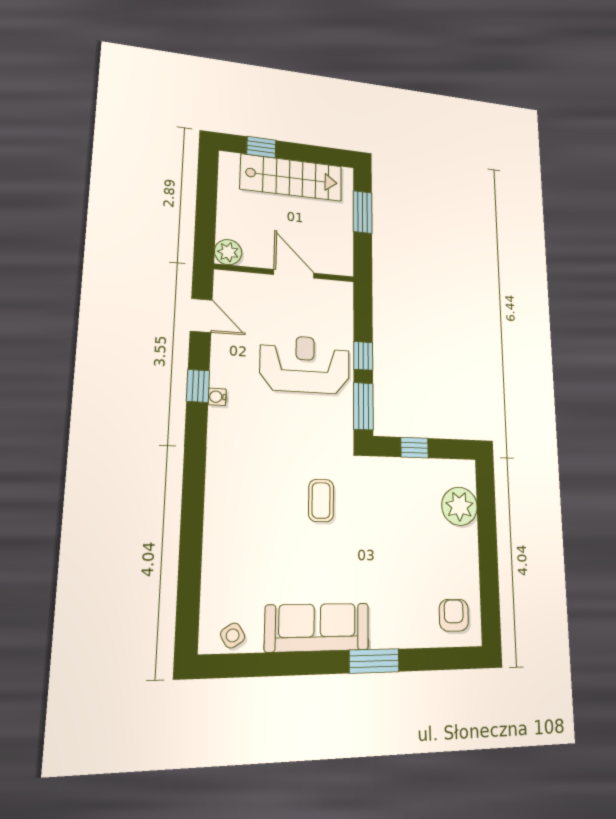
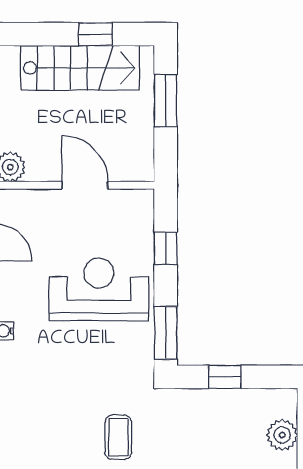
window: (261, 147) -> (95, 34), moved
window: (363, 356) -> (166, 248), moved
plant: (459, 506) -> (282, 435), width x0.73, depth x0.73

